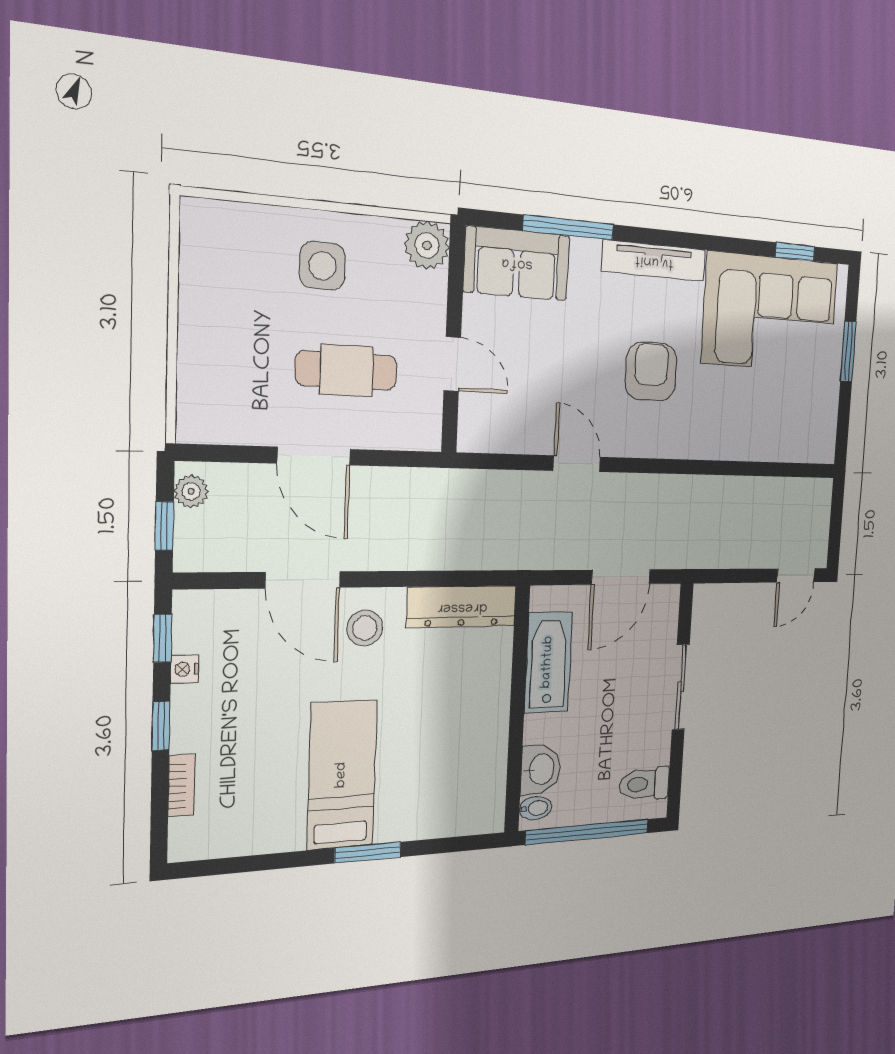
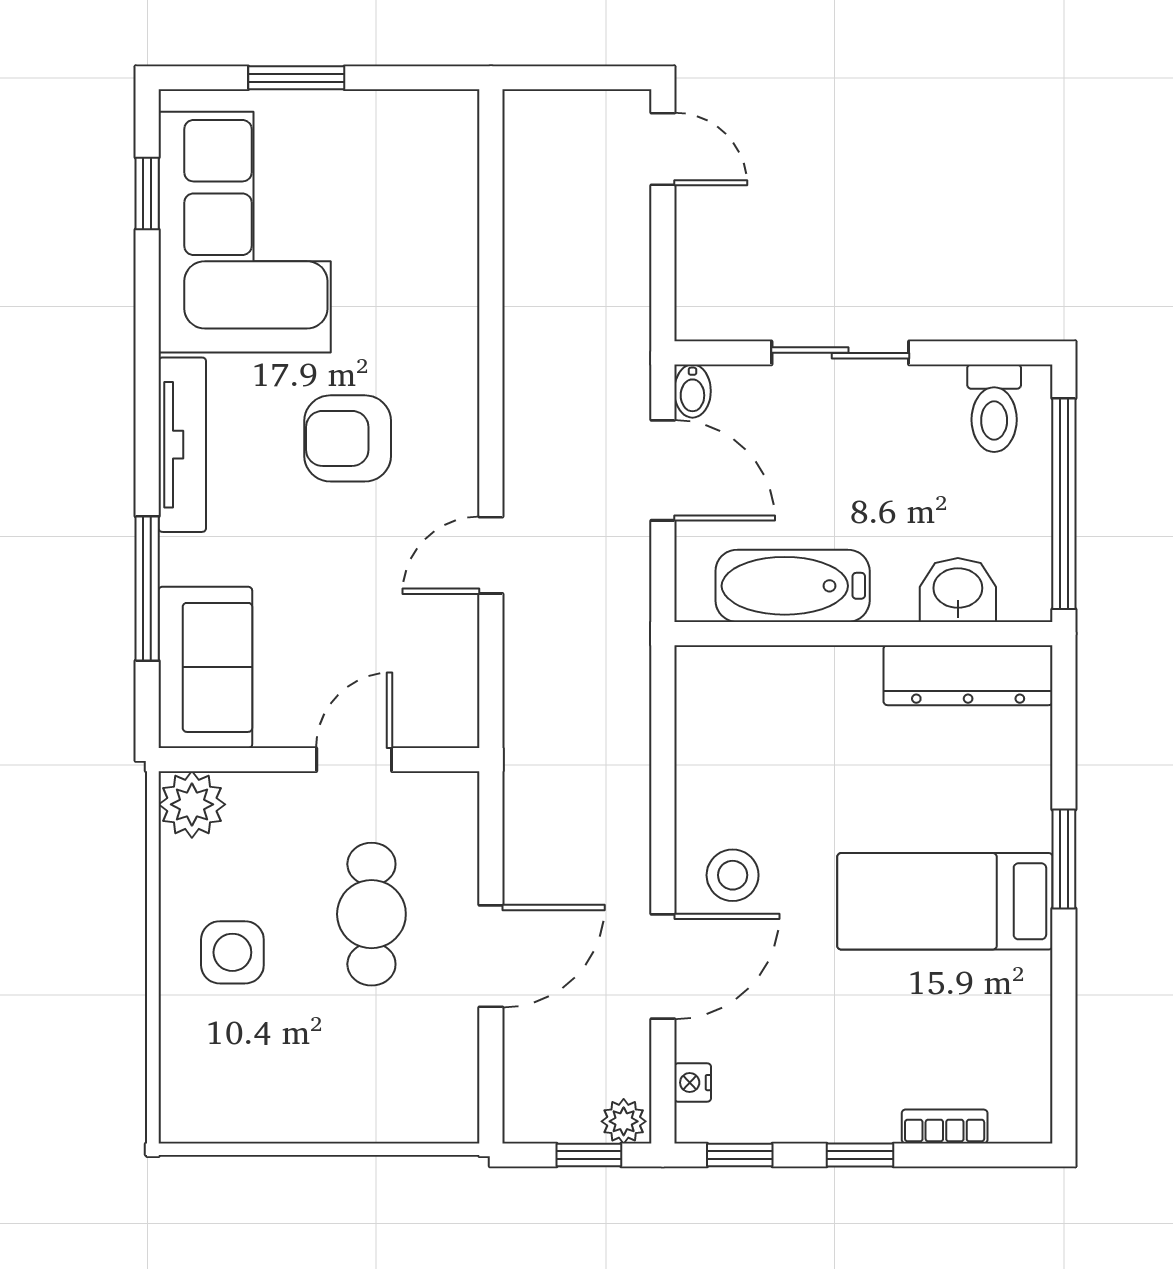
plant: (191, 491) -> (624, 1121), moved
dresser: (462, 607) -> (968, 675), moved, turned 90
nightstand: (185, 669) -> (693, 1083), moved, turned 90
bidet: (535, 808) -> (692, 391), moved, turned 180

